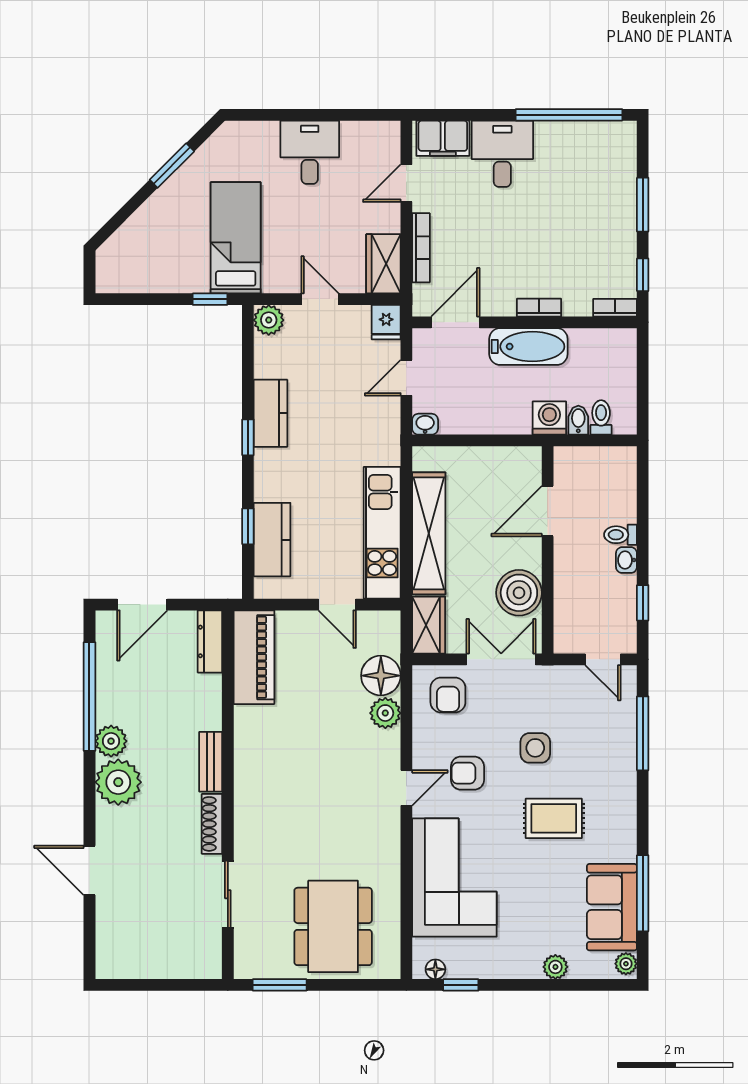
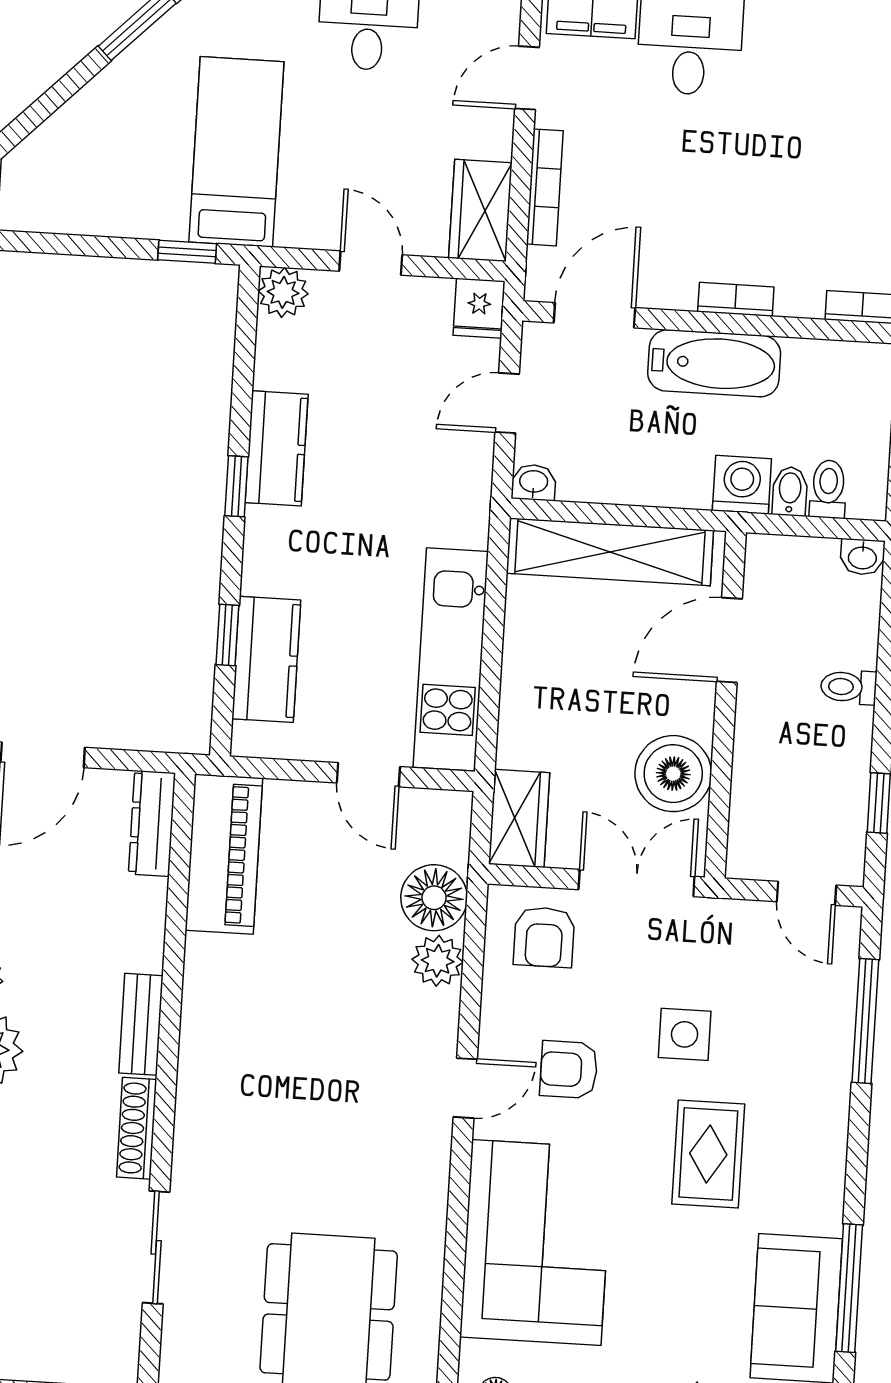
shelving: (429, 533) -> (610, 552), moved, turned 90
washbasin: (626, 560) -> (862, 557), moved, turned -90
rug: (554, 818) -> (708, 1154), turned 90

